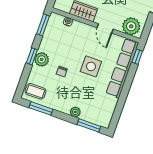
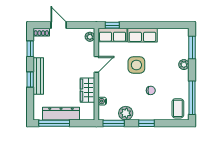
plant: (131, 26) -> (90, 37), width x0.53, depth x0.53
plant: (42, 59) -> (126, 113), moved
window: (41, 108) -> (192, 98), width x1.44

